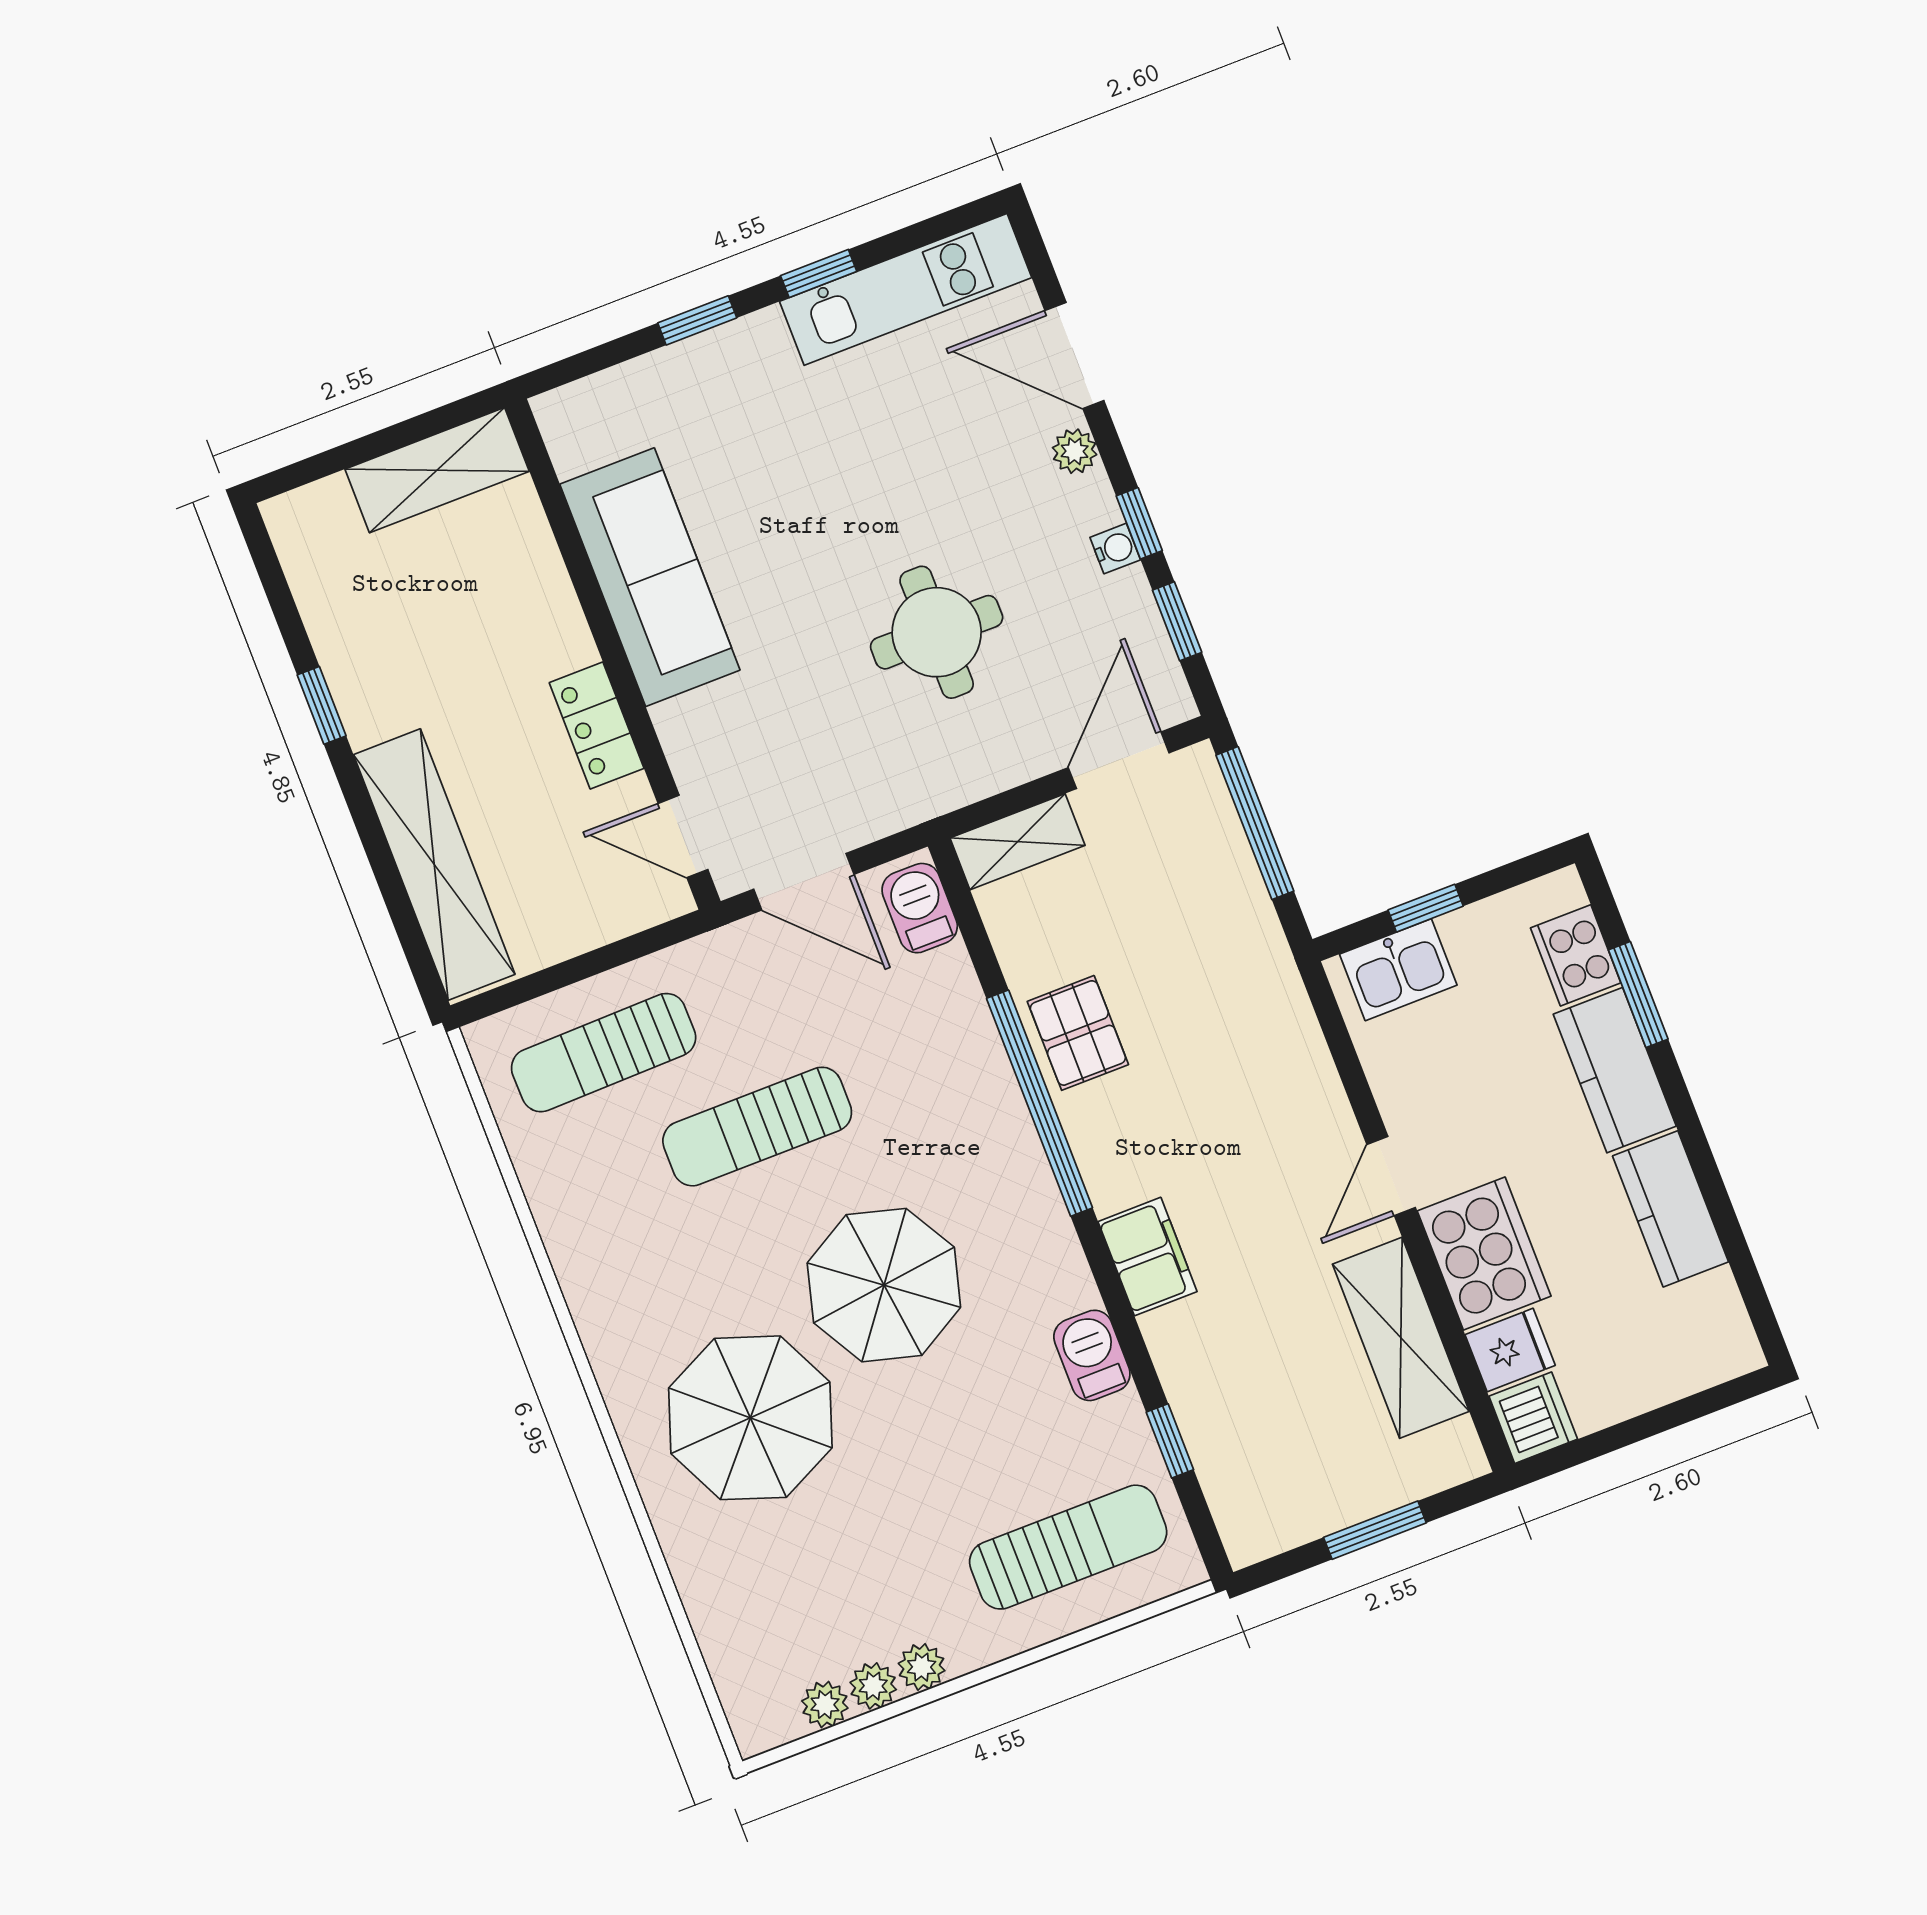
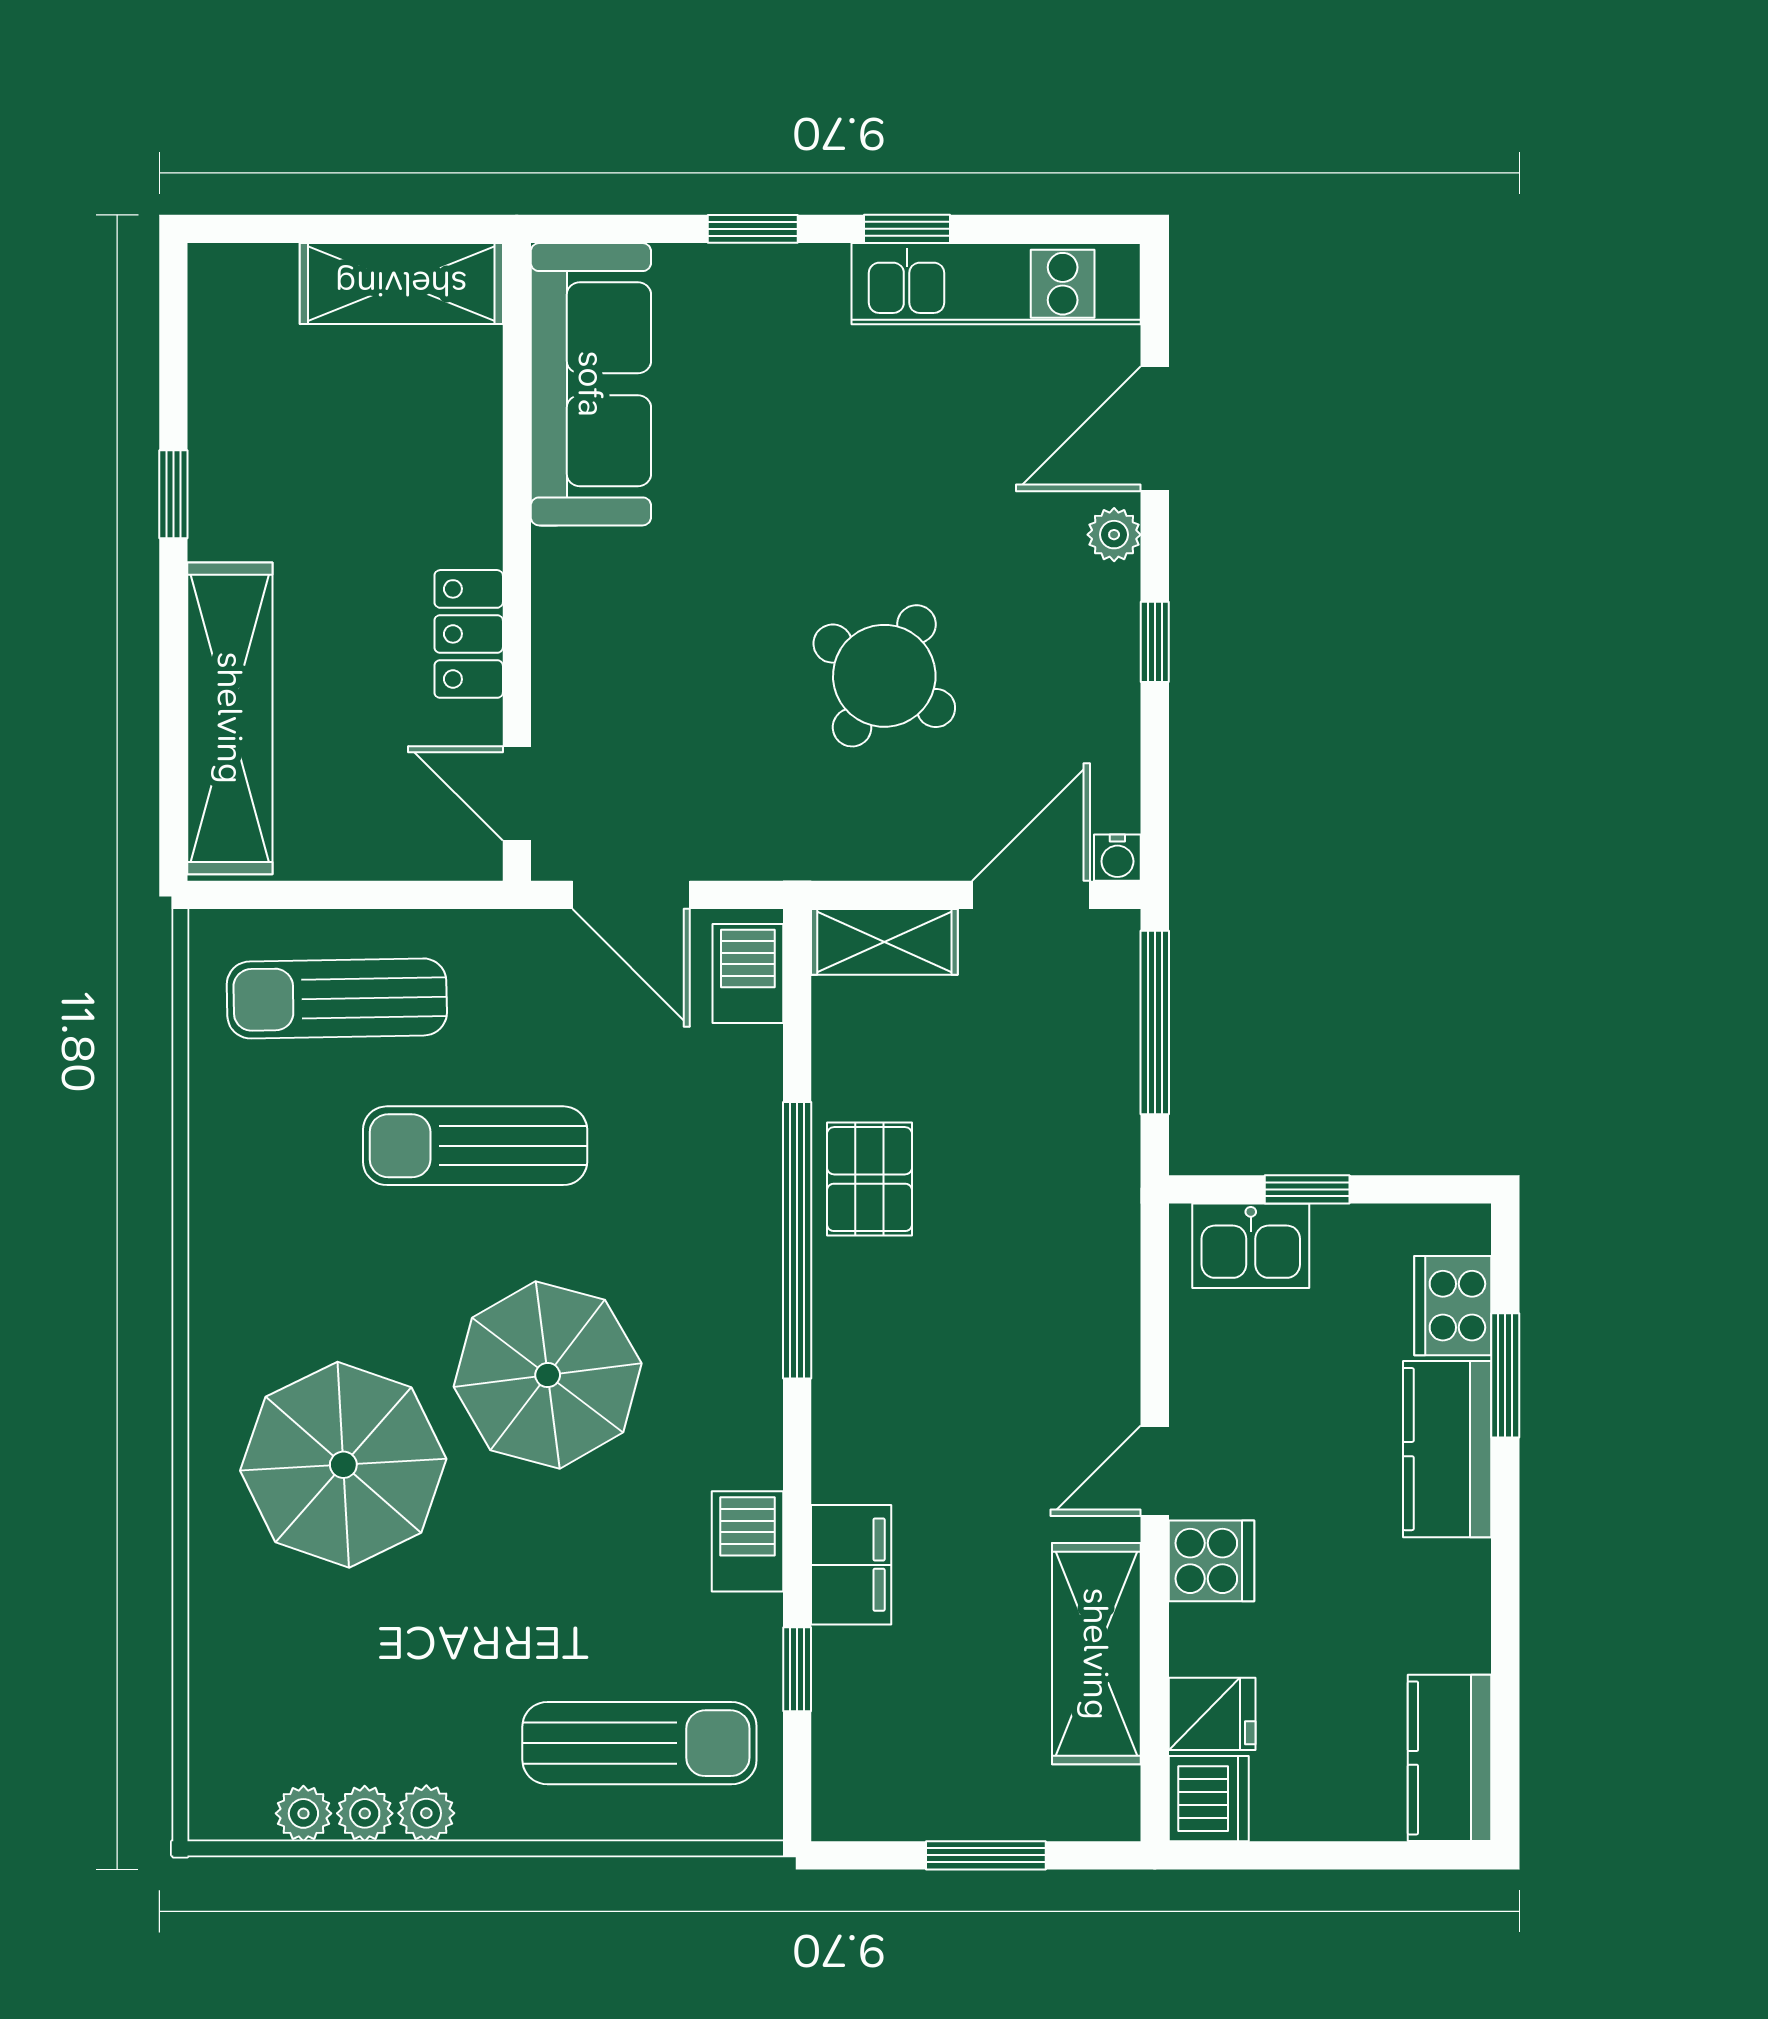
door: (1074, 355) -> (1155, 429), hinge flipped
water cooler: (1115, 549) -> (1117, 858), moved, turned 90
sofa: (650, 577) -> (591, 384), moved
window: (1177, 621) -> (1155, 766), removed
round table: (937, 632) -> (884, 676), turned 32
kitchen counter: (1671, 1209) -> (1450, 1758), moved
cooker: (1484, 1254) -> (1211, 1561), width x0.53, depth x0.76
filing cabinet: (1148, 1257) -> (851, 1565), moved

